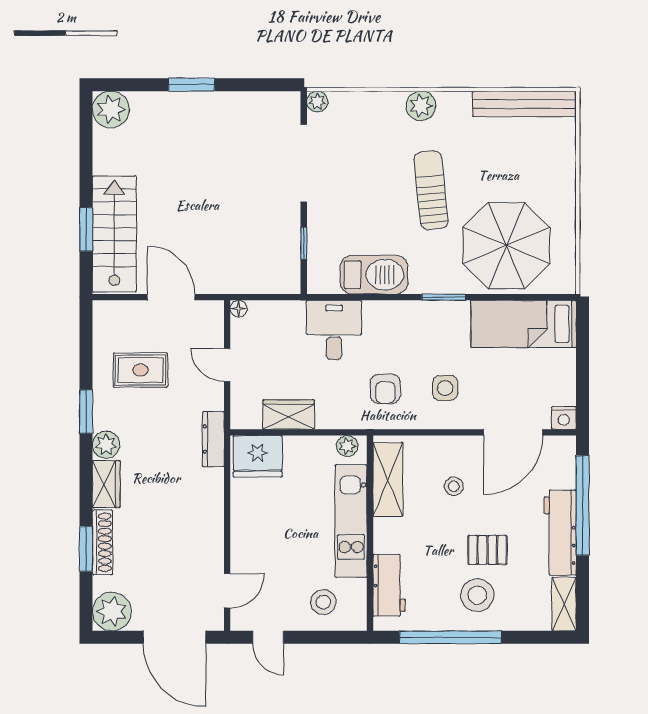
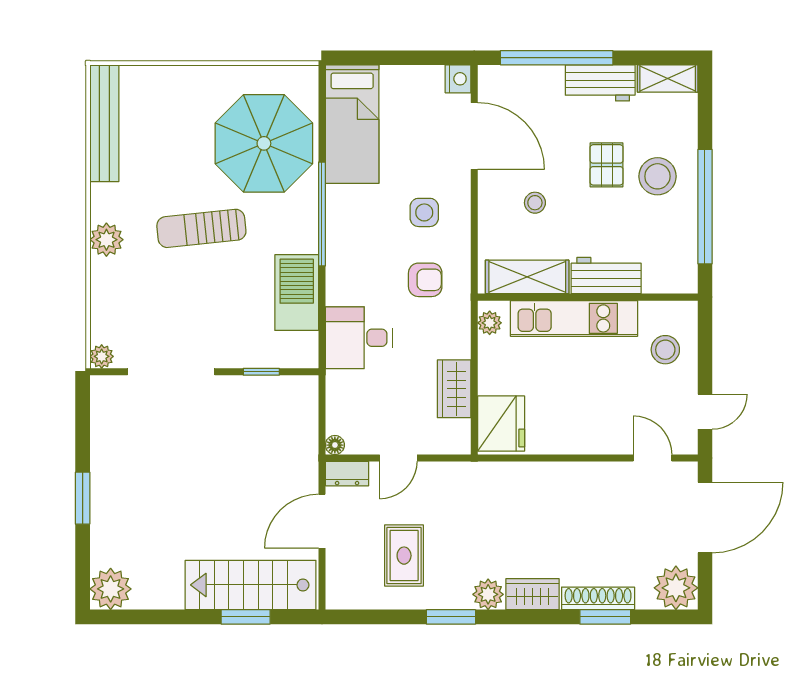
window: (444, 297) -> (322, 214), width x2.11
dresser: (213, 439) -> (347, 474), moved, width x0.70
workbench: (560, 533) -> (600, 83), width x0.73
workbench: (389, 585) -> (606, 276), moved

